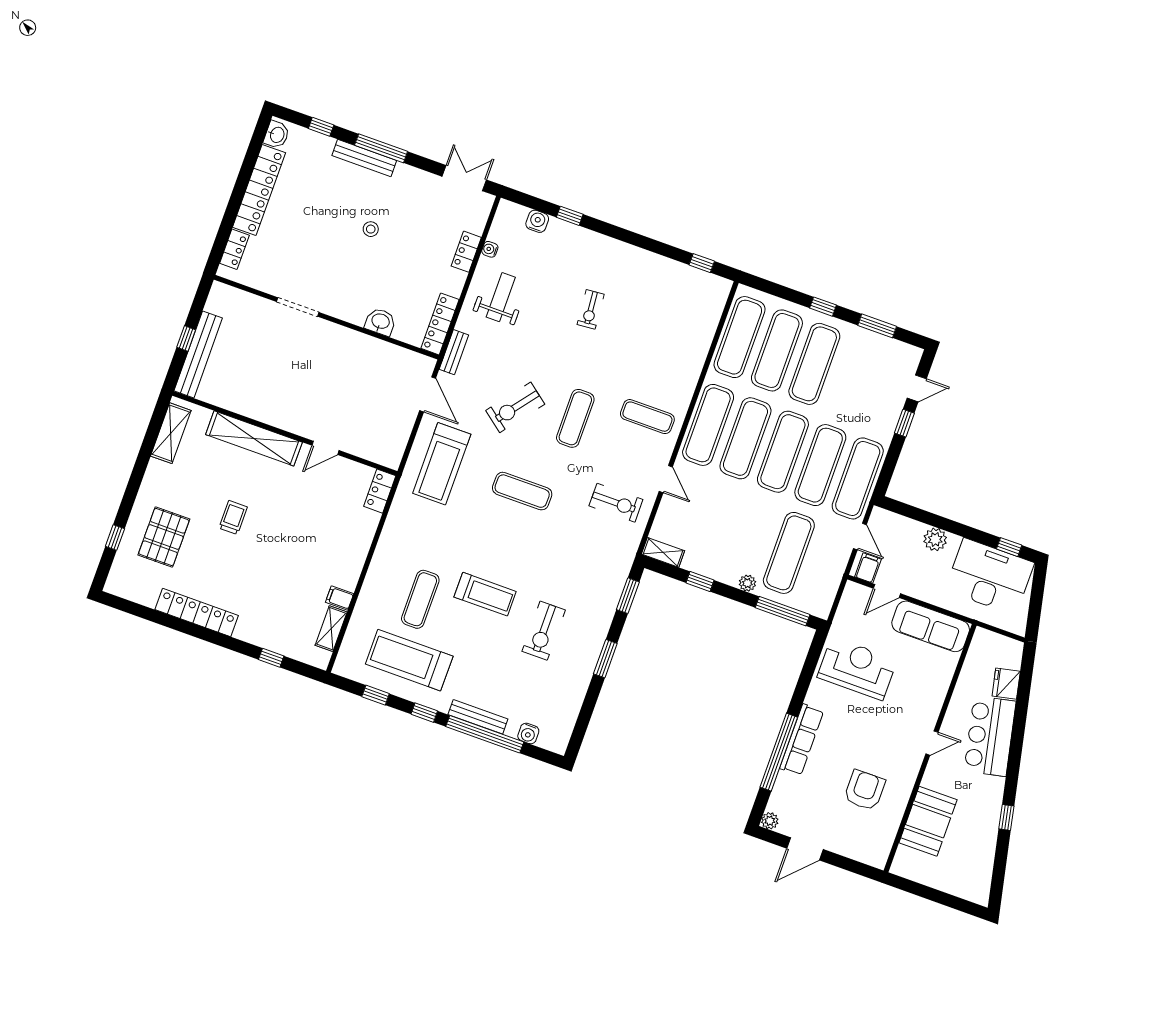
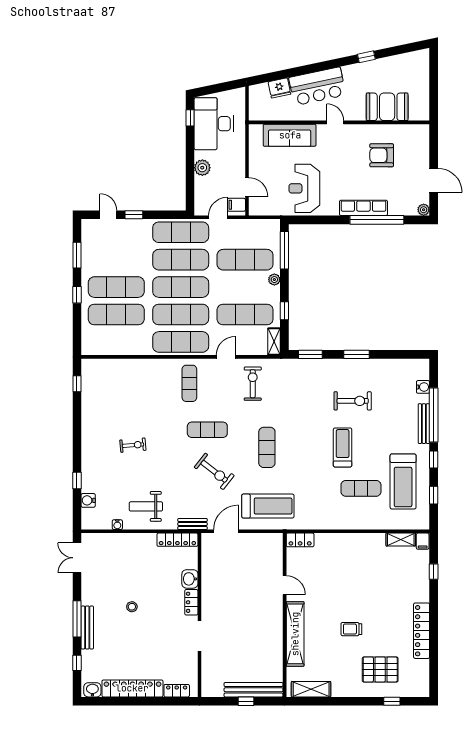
locker: (466, 252) -> (191, 602), moved, turned 90
exercise mat: (740, 337) -> (245, 315), moved
filing cabinet: (340, 598) -> (423, 541), moved
sofa: (931, 626) -> (290, 135), moved, turned 90

